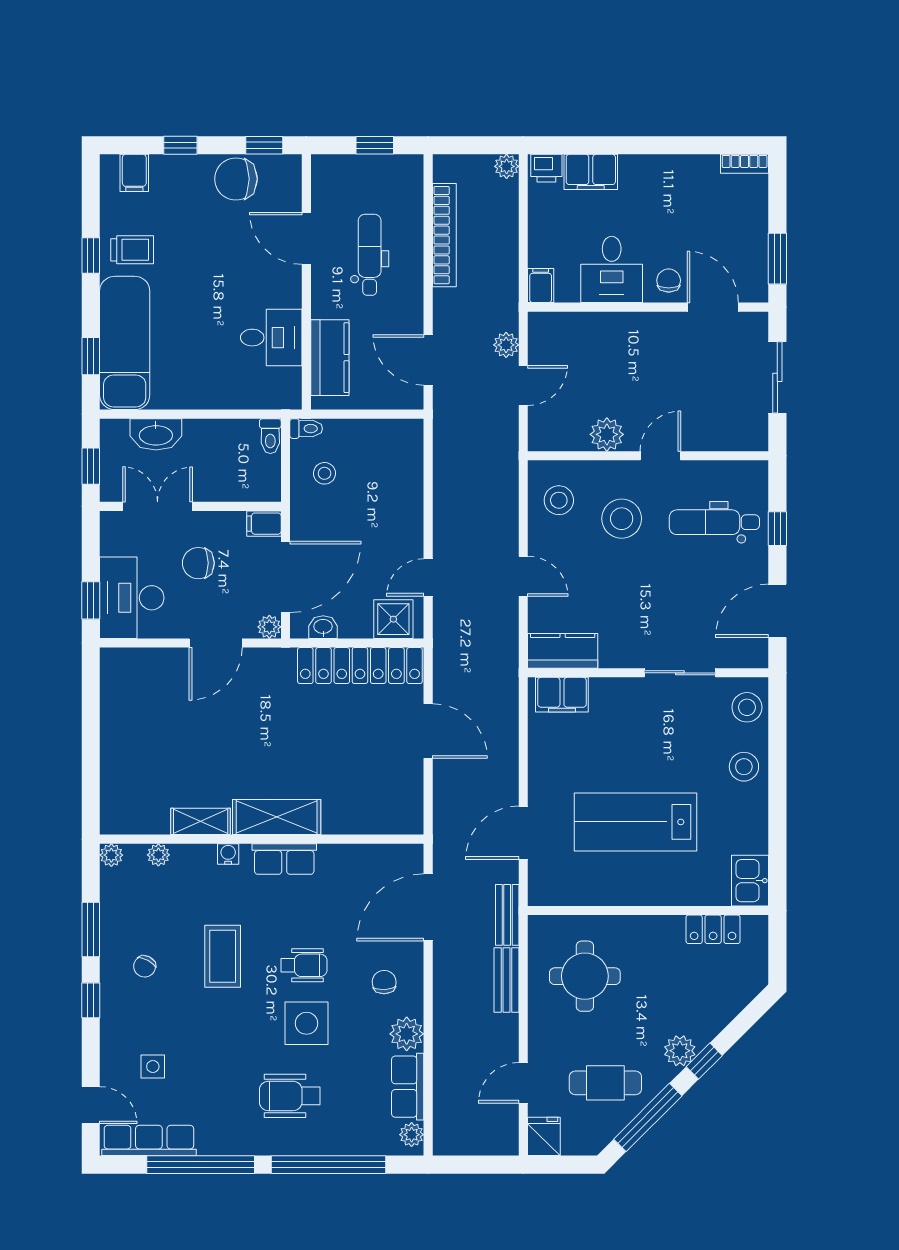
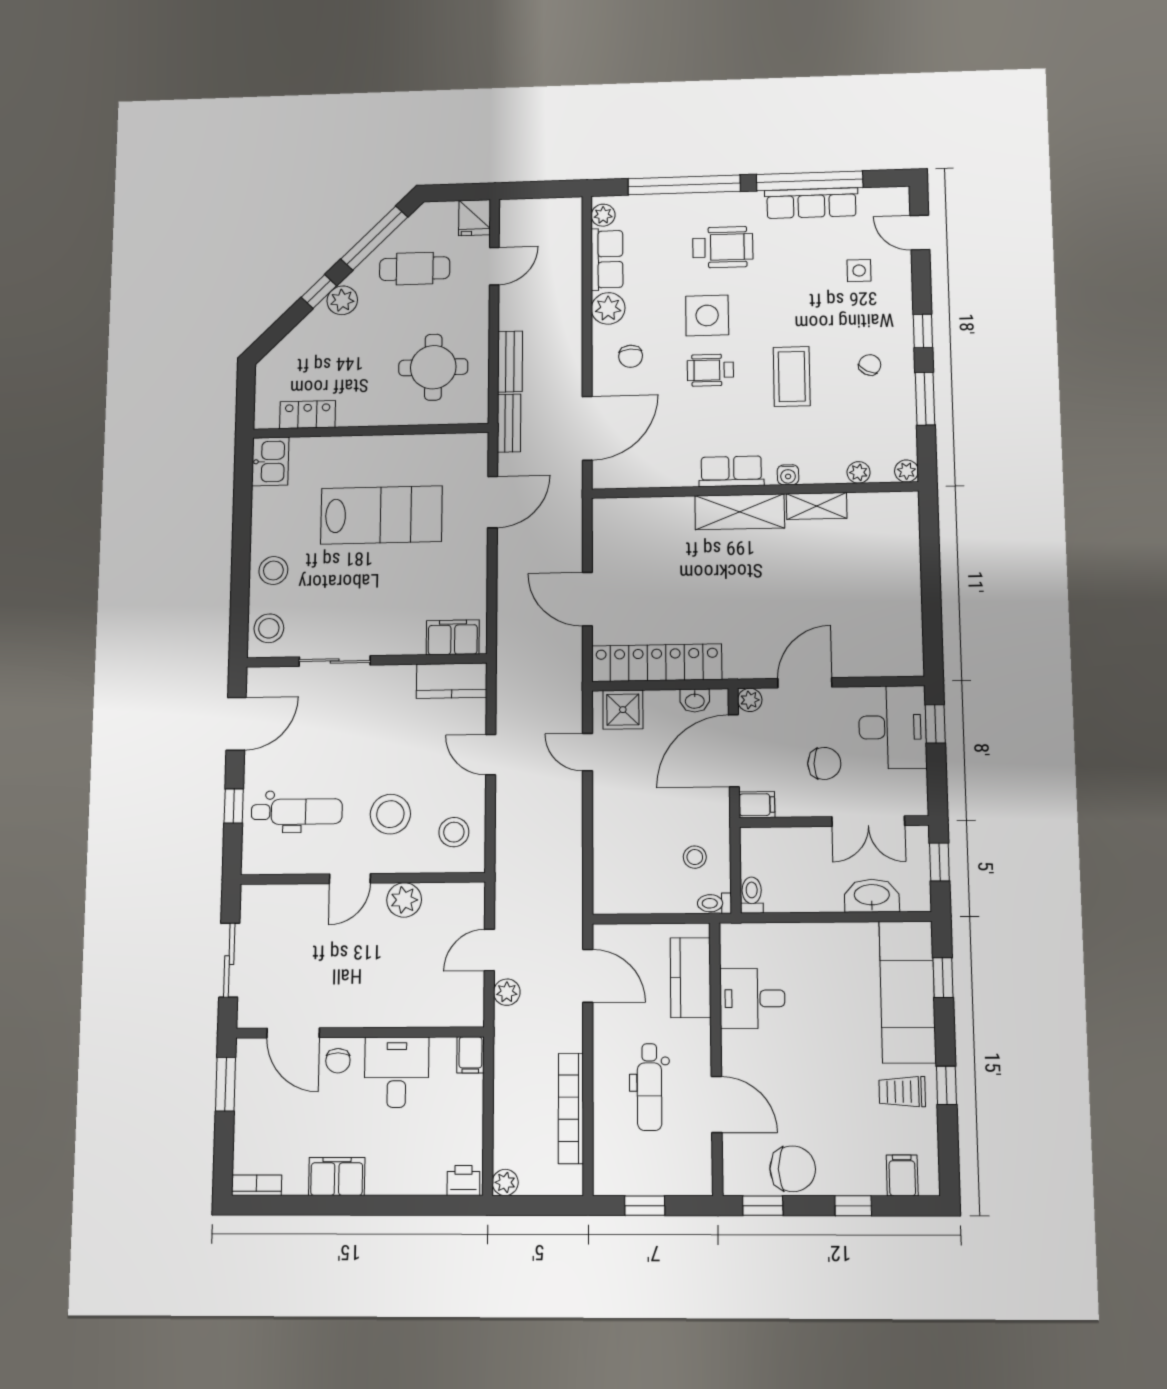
filing cabinet: (591, 172) -> (337, 1176), moved
door: (428, 577) -> (588, 752), swing flipped
row of seats: (149, 1140) -> (811, 203), moved

